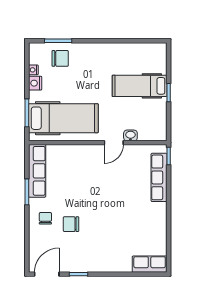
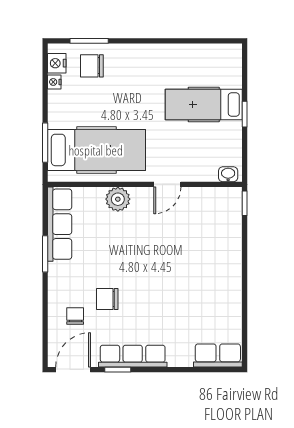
chair: (60, 58) -> (92, 66), turned 180
nightstand: (35, 83) -> (57, 63), moved
washbasin: (130, 135) -> (228, 174), moved
plant: (79, 153) -> (118, 199), added
row of seats: (159, 177) -> (133, 356), moved, turned 90
chair: (45, 218) -> (75, 316), moved

